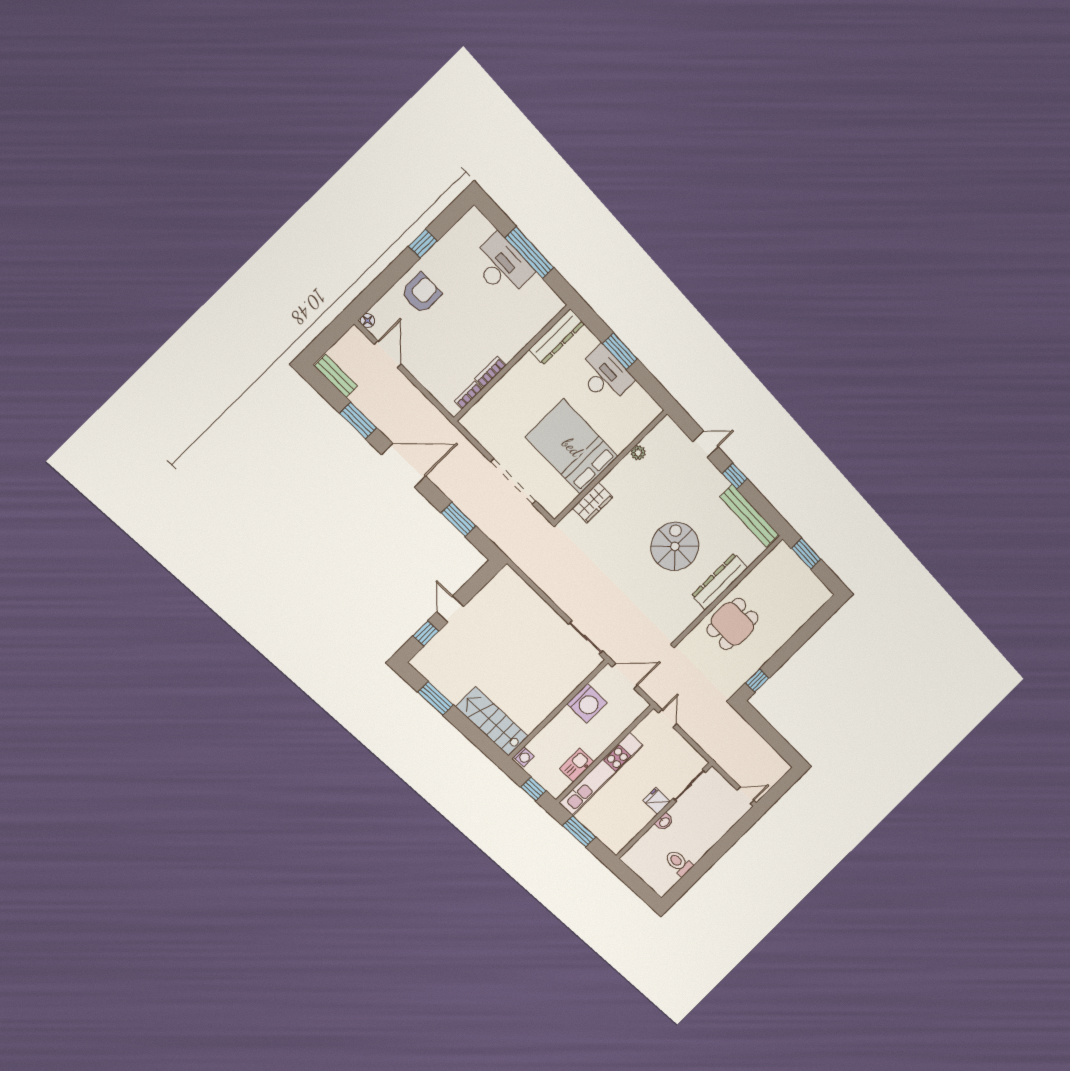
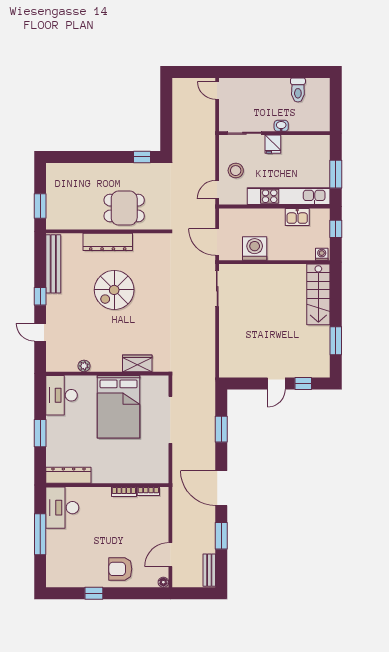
desk: (502, 266) -> (62, 508), moved
desk: (605, 375) -> (62, 395), moved
stool: (667, 749) -> (236, 171), added

